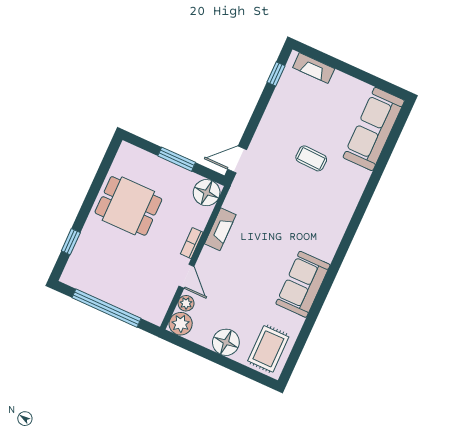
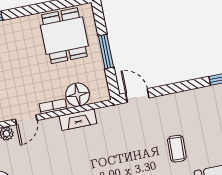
floor lamp: (207, 193) -> (78, 95), moved
dining table: (128, 206) -> (64, 36), moved

